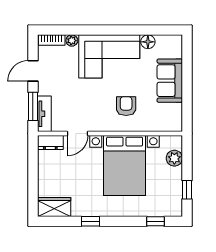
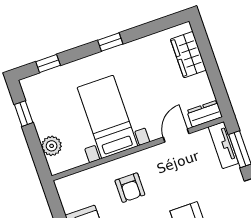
bed with nightstands: (125, 165) -> (107, 117), width x0.73
wardrobe: (54, 207) -> (188, 55), moved, turned 90
window: (90, 221) -> (110, 42), moved

